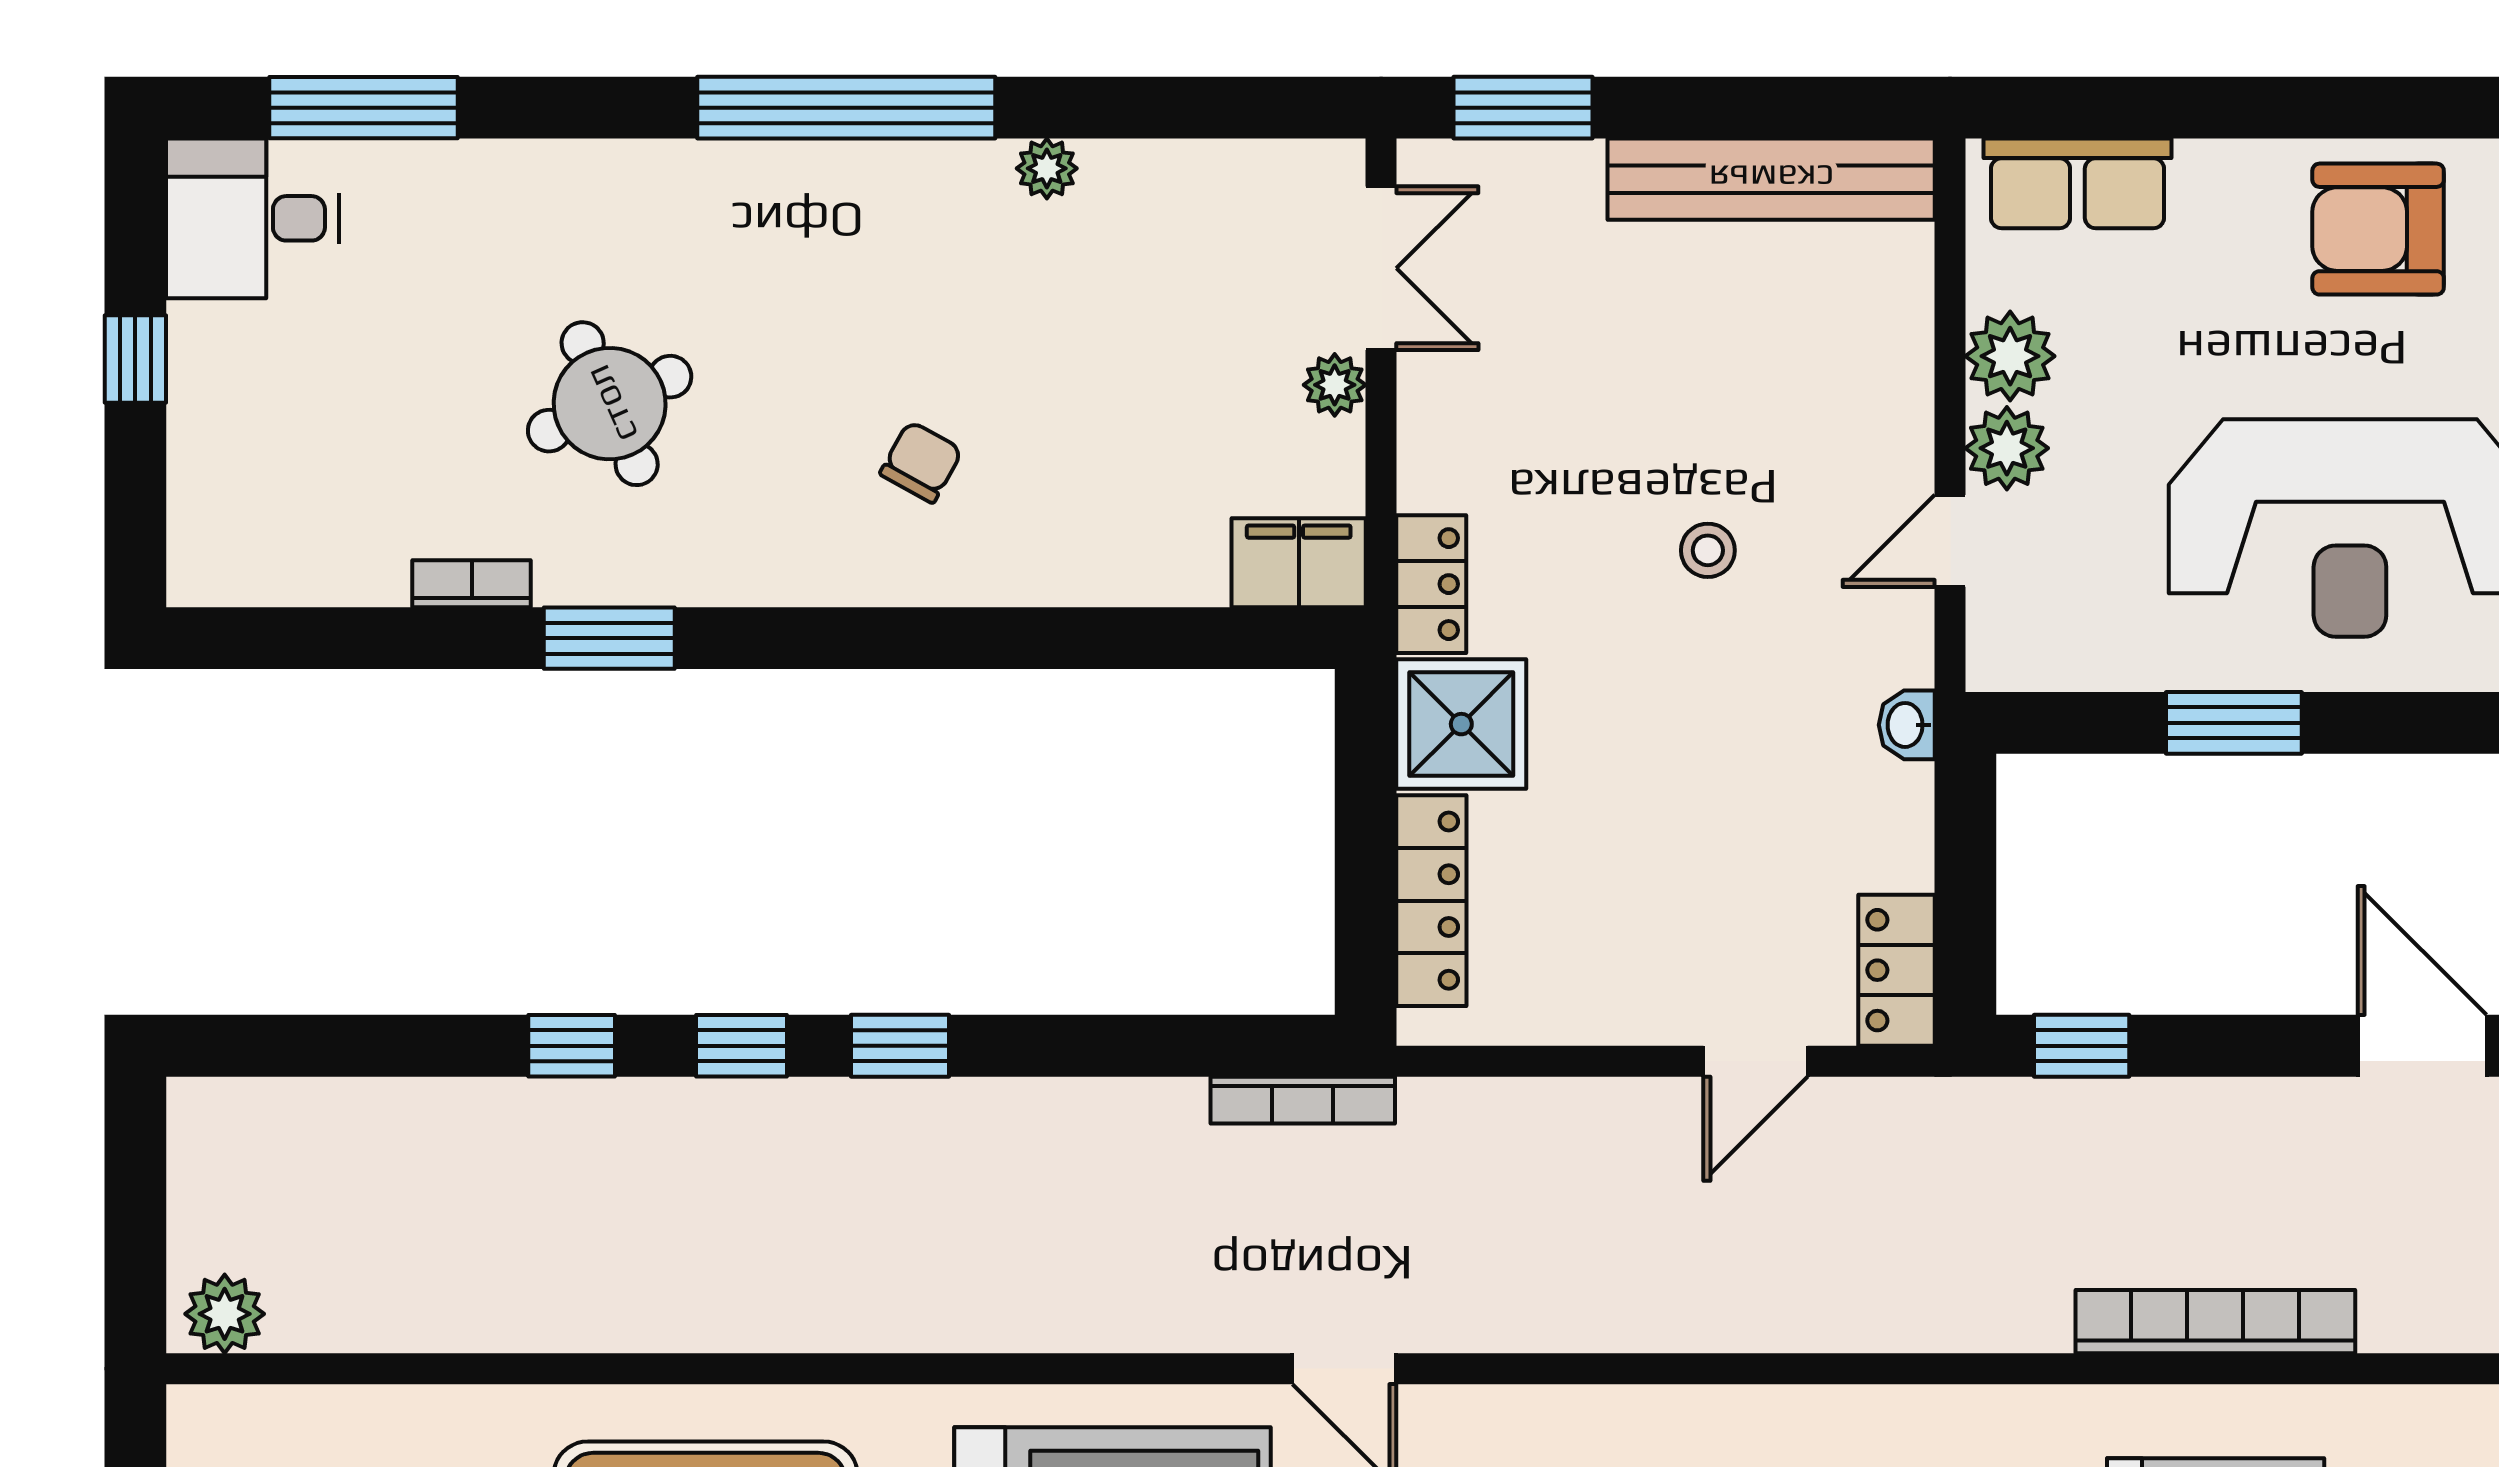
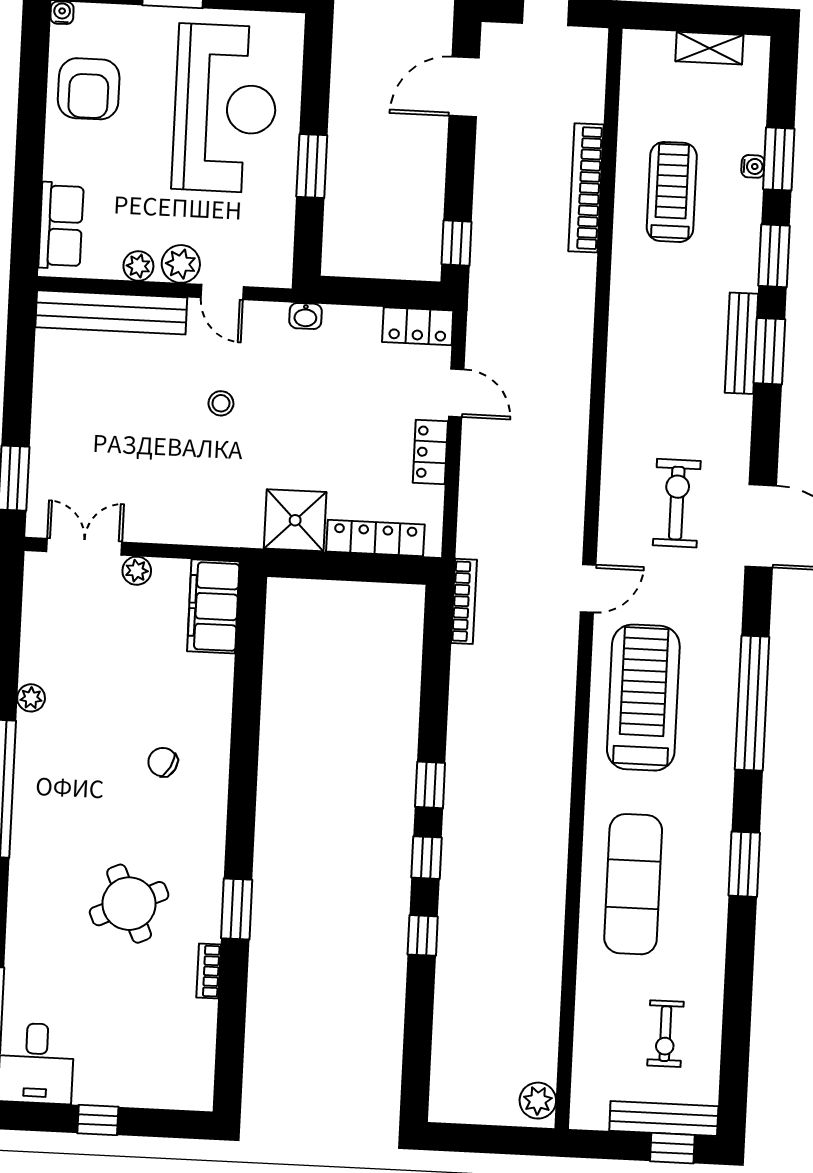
bench: (1771, 179) -> (111, 312), moved, turned 90
plant: (2010, 356) -> (138, 266), width x0.73, depth x0.73
filing cabinet: (1299, 563) -> (213, 606), width x1.50, depth x1.17
locker: (1431, 584) -> (430, 452), moved, turned -90

